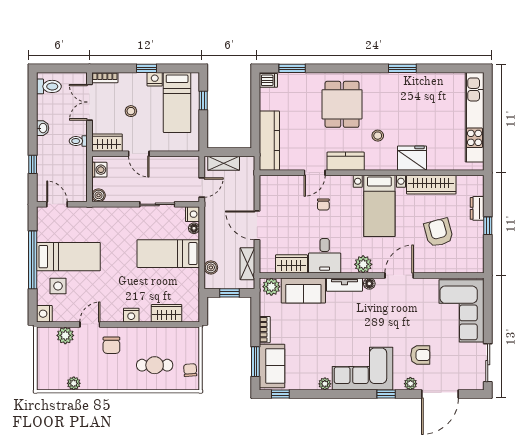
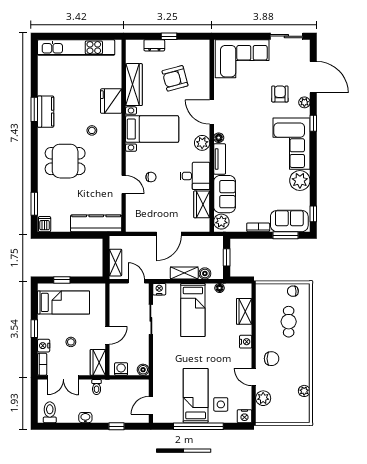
nightstand: (155, 79) -> (44, 346), moved
kitchen counter: (346, 161) -> (46, 112), moved, turned 180
floor lamp: (194, 228) -> (220, 288), moved
shelving: (247, 264) -> (184, 273), moved
plant: (325, 384) -> (300, 181), width x1.87, depth x1.87

